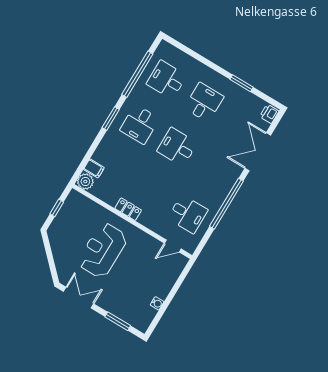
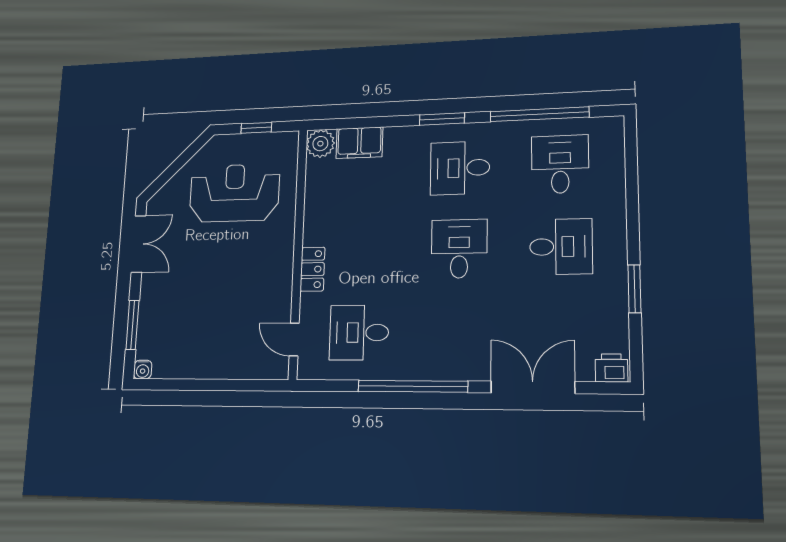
filing cabinet: (94, 168) -> (359, 143), width x2.00
locker: (128, 209) -> (312, 269), moved
desk: (188, 214) -> (359, 333), turned 90
reception desk: (103, 250) -> (234, 193), moved
water cooler: (157, 303) -> (143, 370), moved

